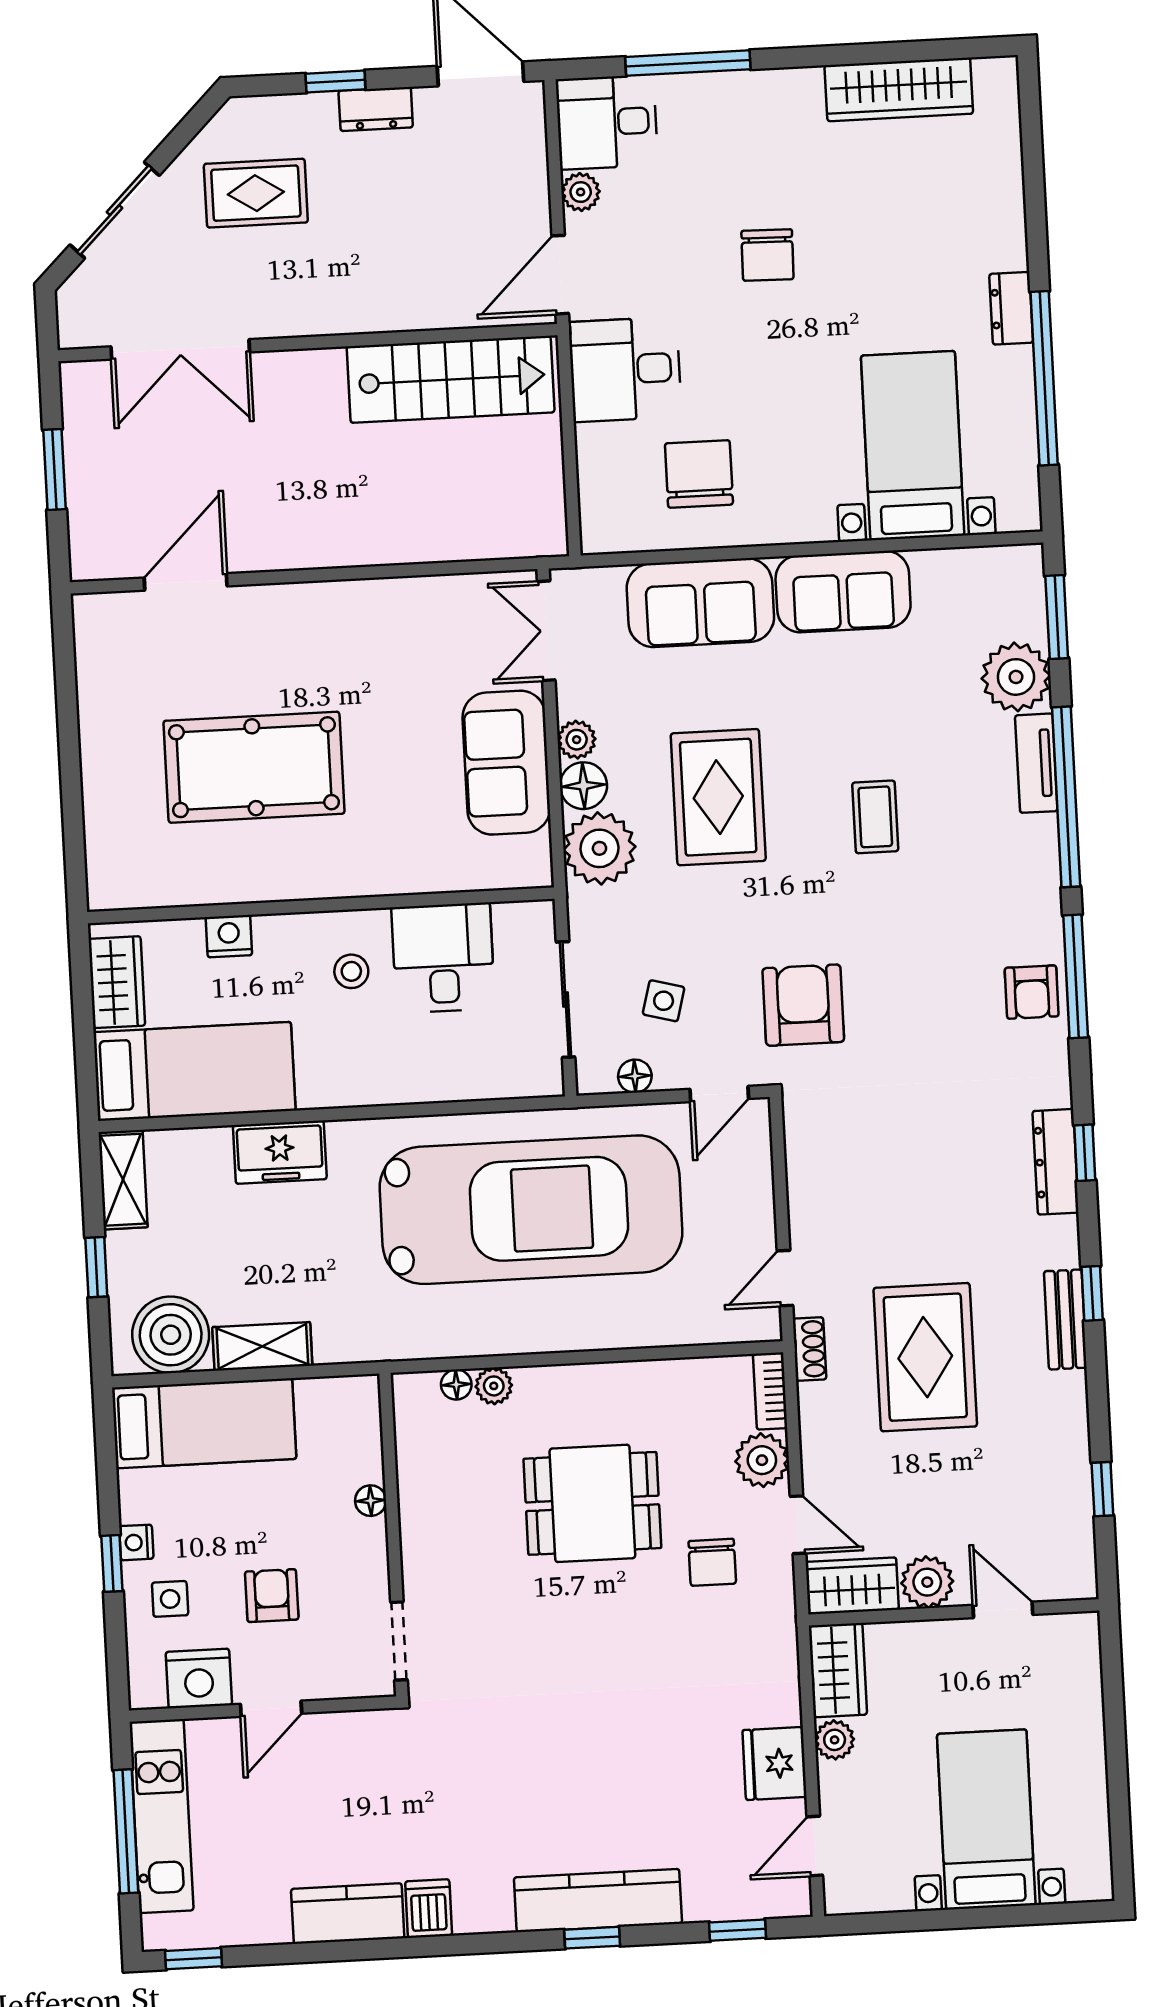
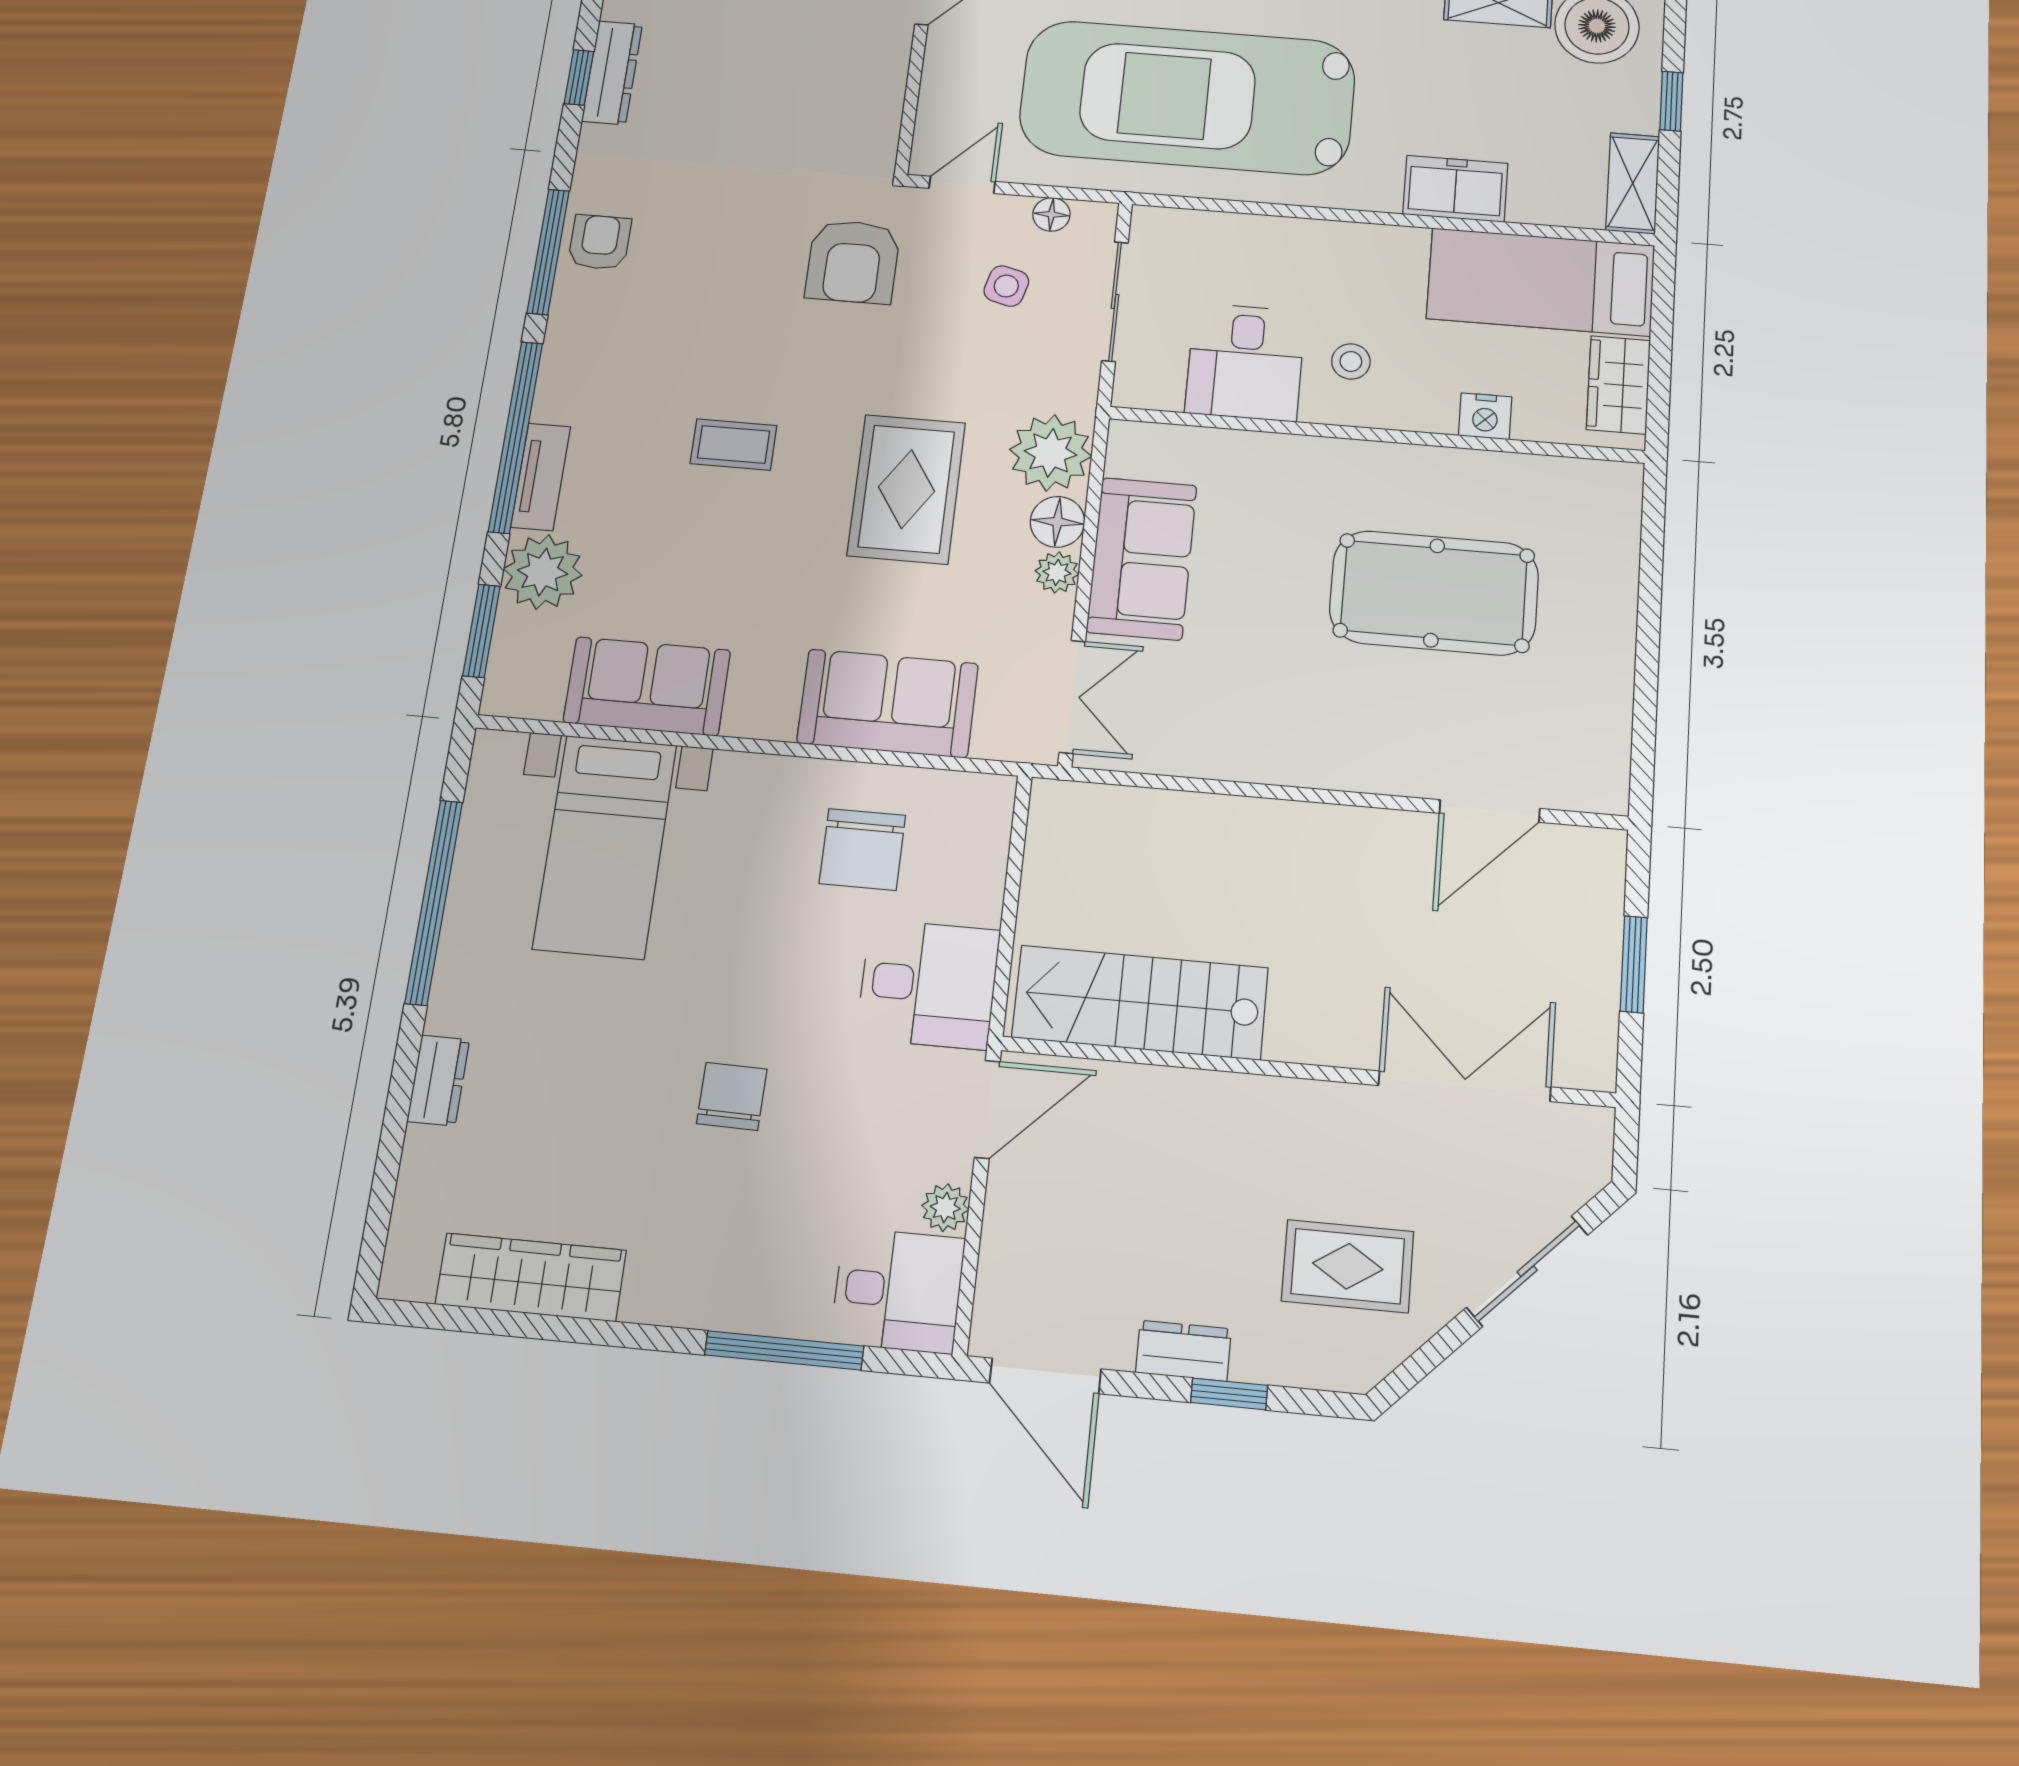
dresser: (1011, 308) -> (438, 1080), moved
sofa: (843, 592) -> (647, 686), moved
coffee table: (875, 817) -> (734, 444), turned 90

